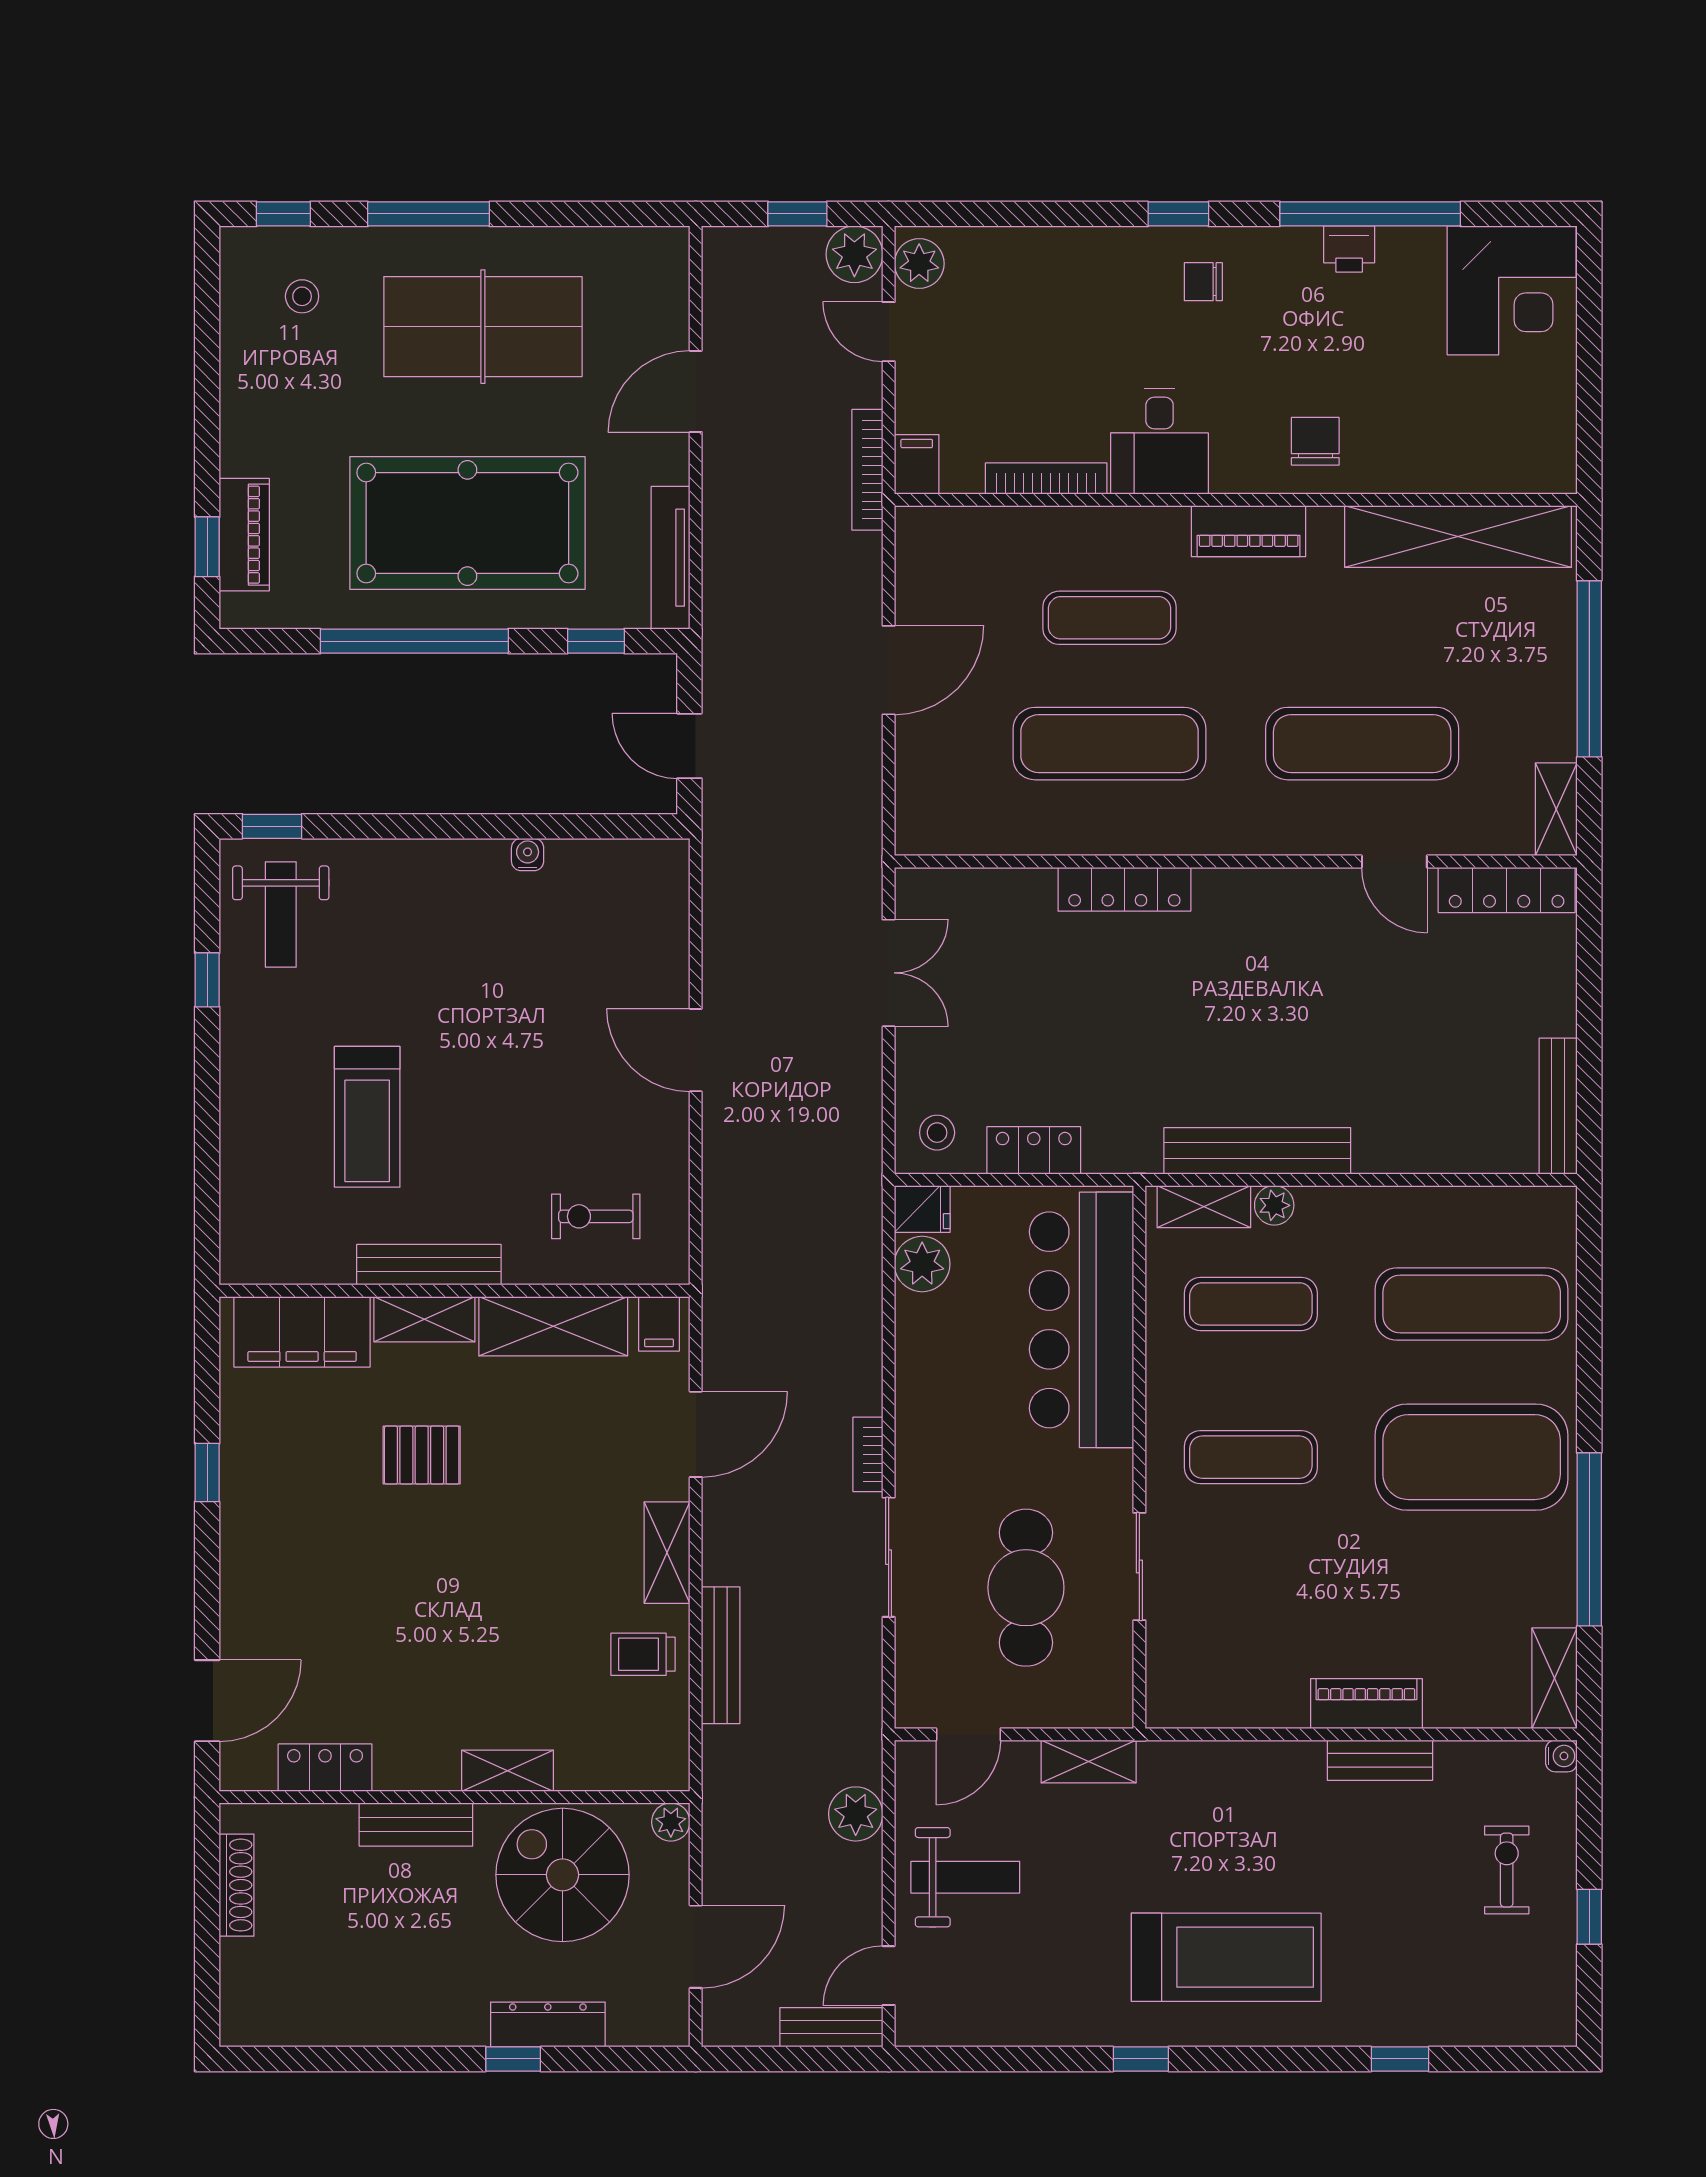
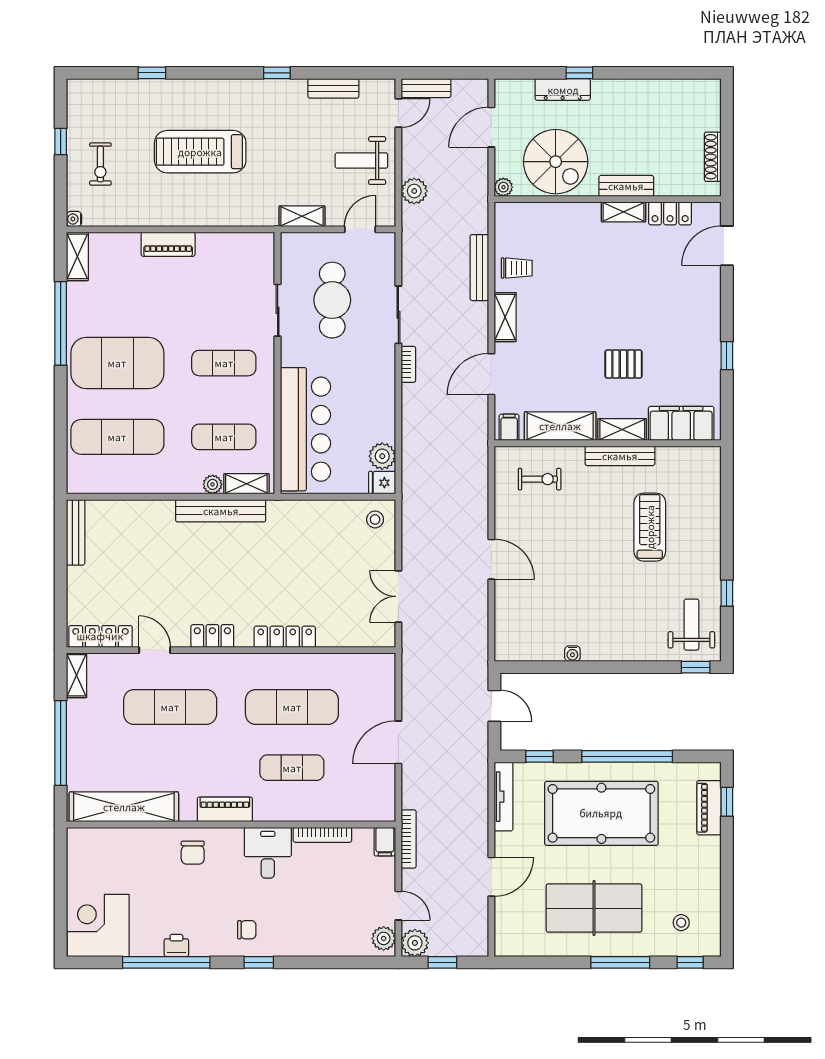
locker: (1034, 1150) -> (212, 636), moved, turned 180
bench: (1380, 1760) -> (333, 88), moved
shelving: (508, 1771) -> (624, 212), moved
treadmill: (1226, 1957) -> (200, 152), moved

